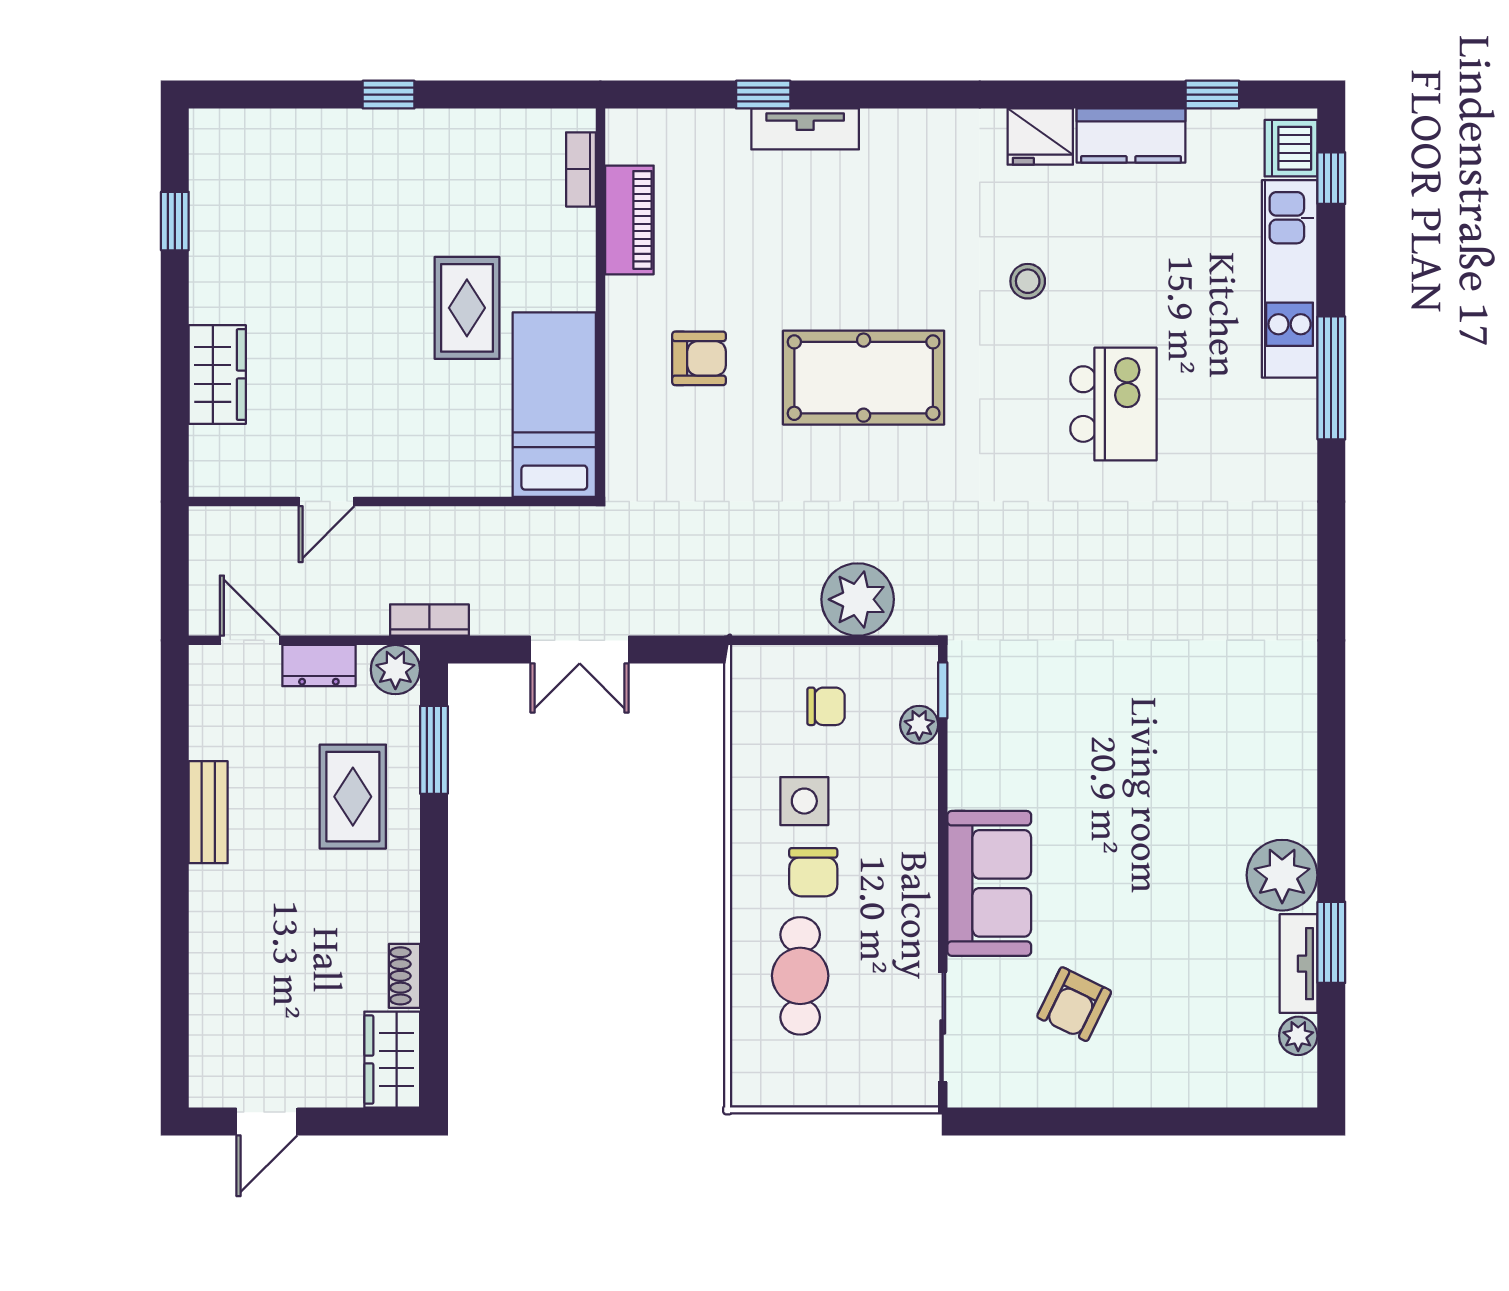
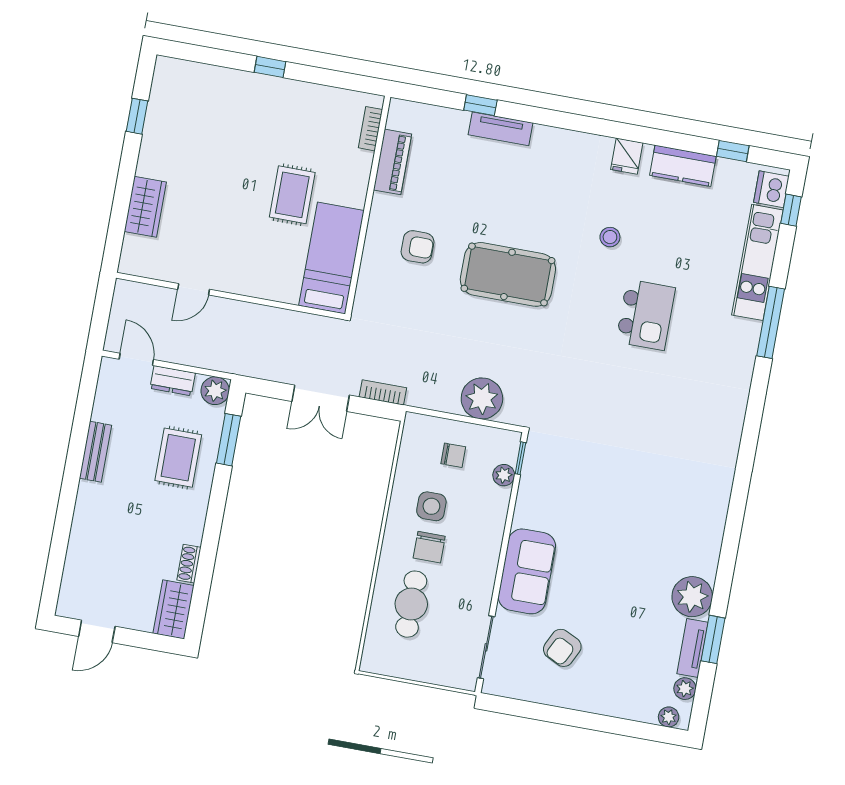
fridge: (1040, 137) -> (627, 156), width x0.72
bookcase: (429, 620) -> (383, 392), moved
plant: (1279, 1090) -> (669, 717), added

